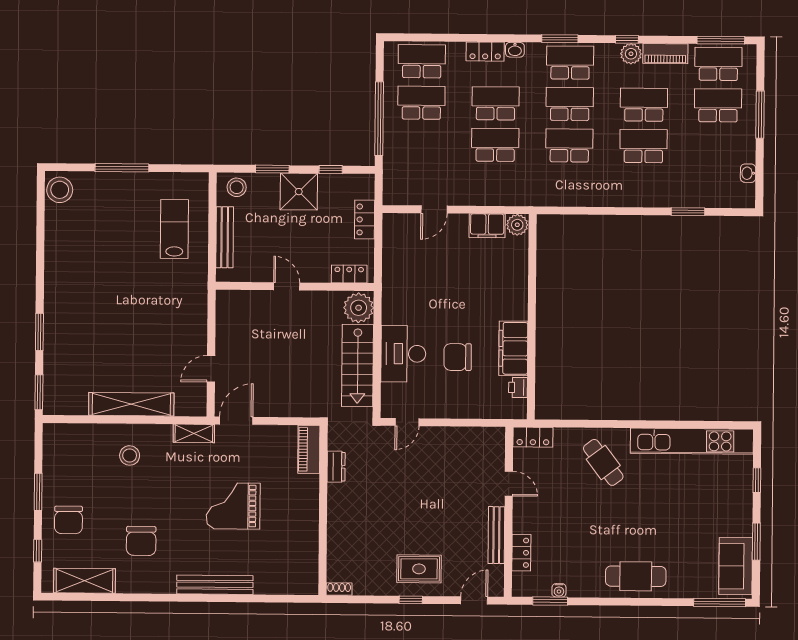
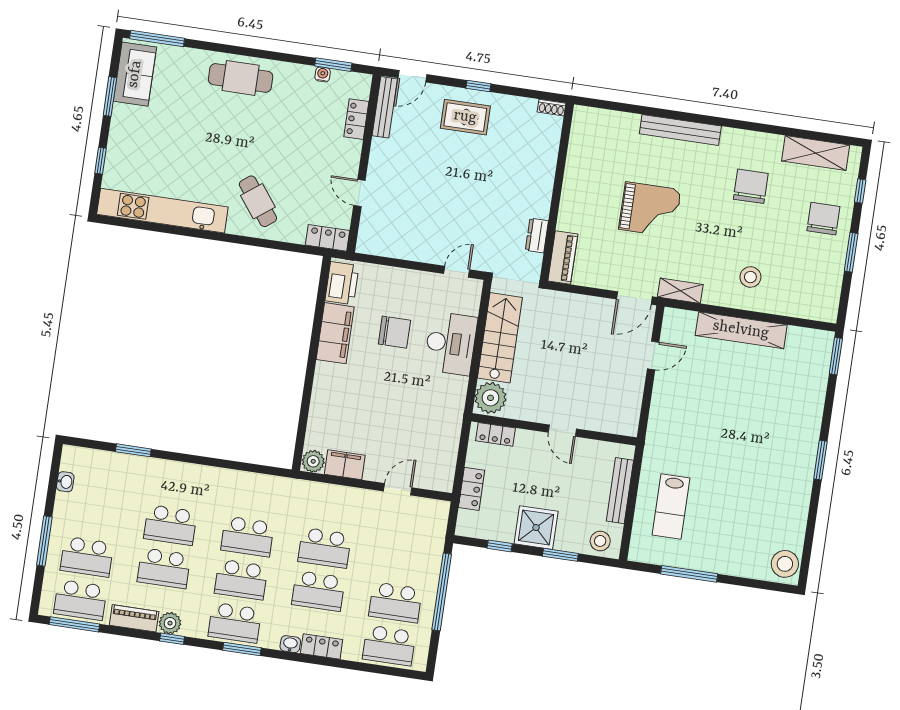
window: (122, 168) -> (689, 574), moved
window: (39, 332) -> (820, 460), moved
printer: (518, 388) -> (342, 283), width x1.87, depth x1.48
bench: (496, 535) -> (385, 107), moved

